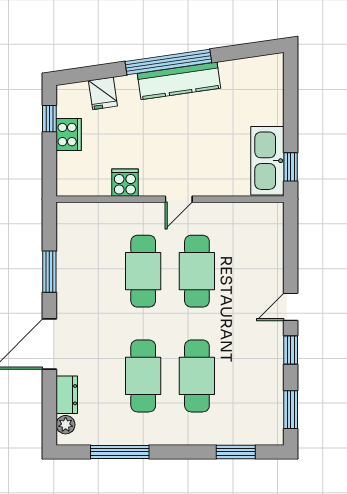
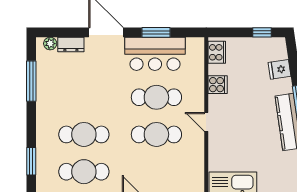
cooker: (69, 135) -> (217, 52), moved, turned -90
bar counter: (80, 273) -> (155, 54), added
cafe table: (143, 376) -> (84, 172), moved

